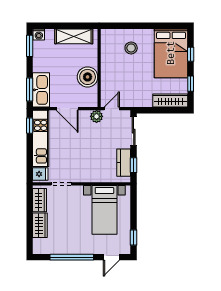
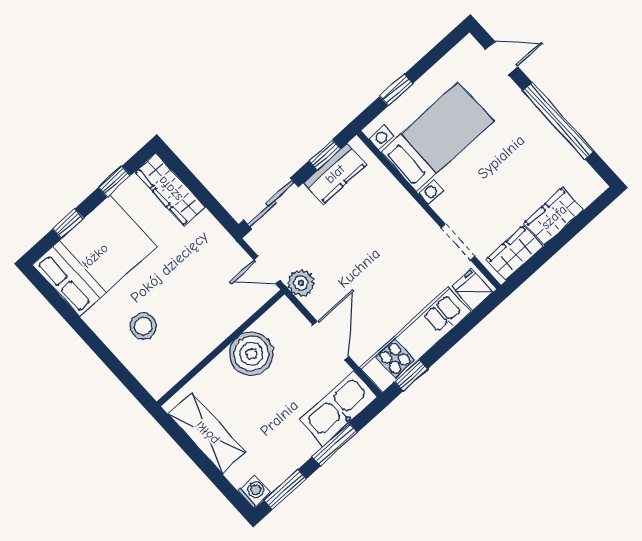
window: (30, 90) -> (335, 445), moved
window: (134, 237) -> (396, 90), moved

